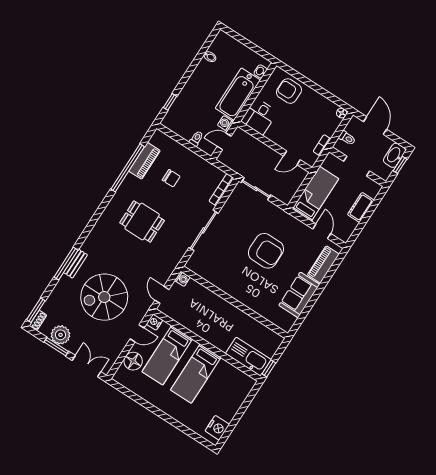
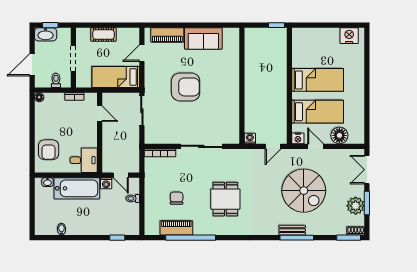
sliding door: (256, 189) -> (142, 111), moved
armchair: (266, 251) -> (186, 87), turned 90
kitchen sink: (248, 357) -> (278, 47), removed

